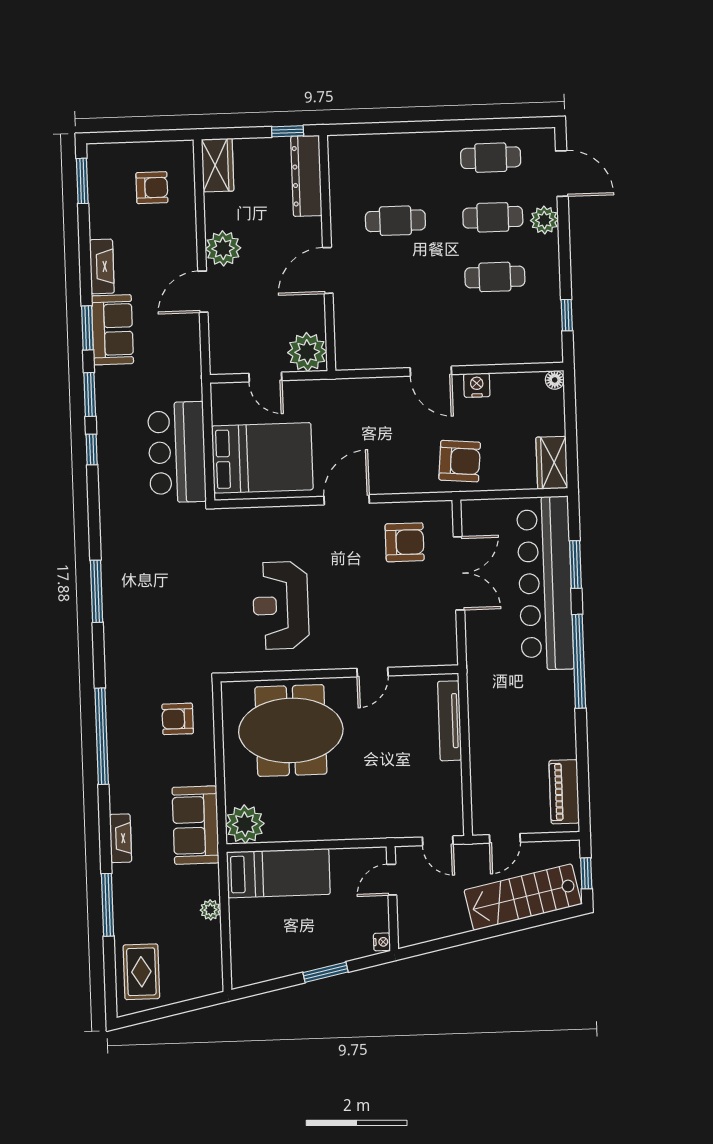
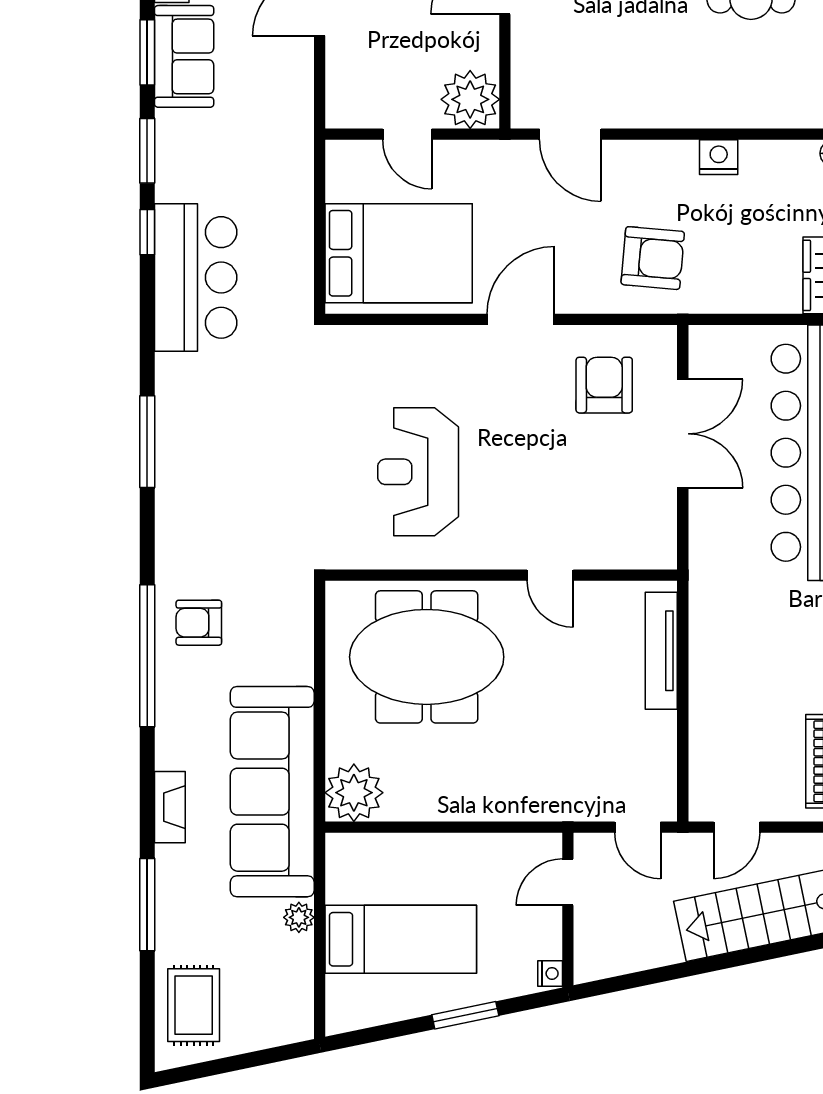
door: (431, 371) -> (570, 134), moved
bar counter: (177, 452) -> (196, 277), moved, turned 180
armchair: (460, 461) -> (653, 258), moved
armchair: (405, 542) -> (604, 385), turned -90
door: (373, 672) -> (550, 575), hinge flipped
armchair: (178, 719) -> (199, 623), moved
sofa: (196, 825) -> (272, 792), width x1.85, depth x1.27
bed: (278, 873) -> (401, 939), moved

